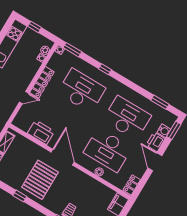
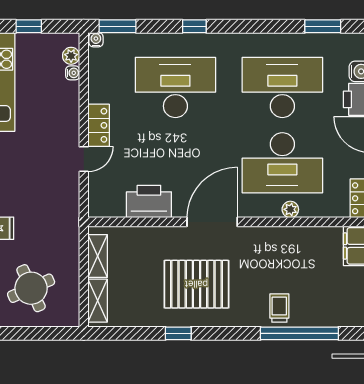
locker: (42, 82) -> (99, 125), width x0.66
door: (63, 157) -> (212, 222), hinge flipped
pallet: (40, 180) -> (196, 284), turned 90

